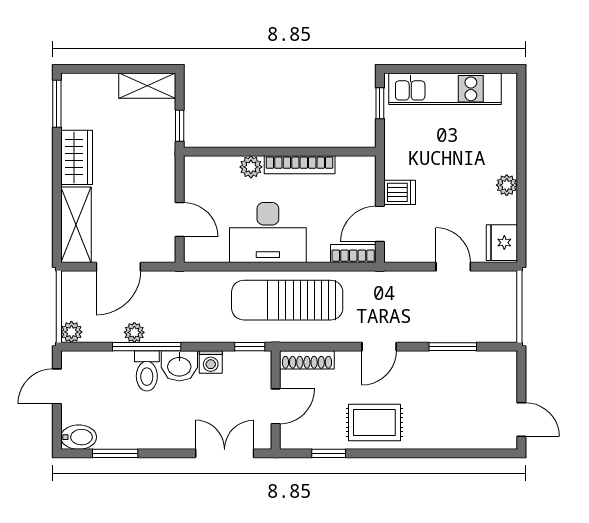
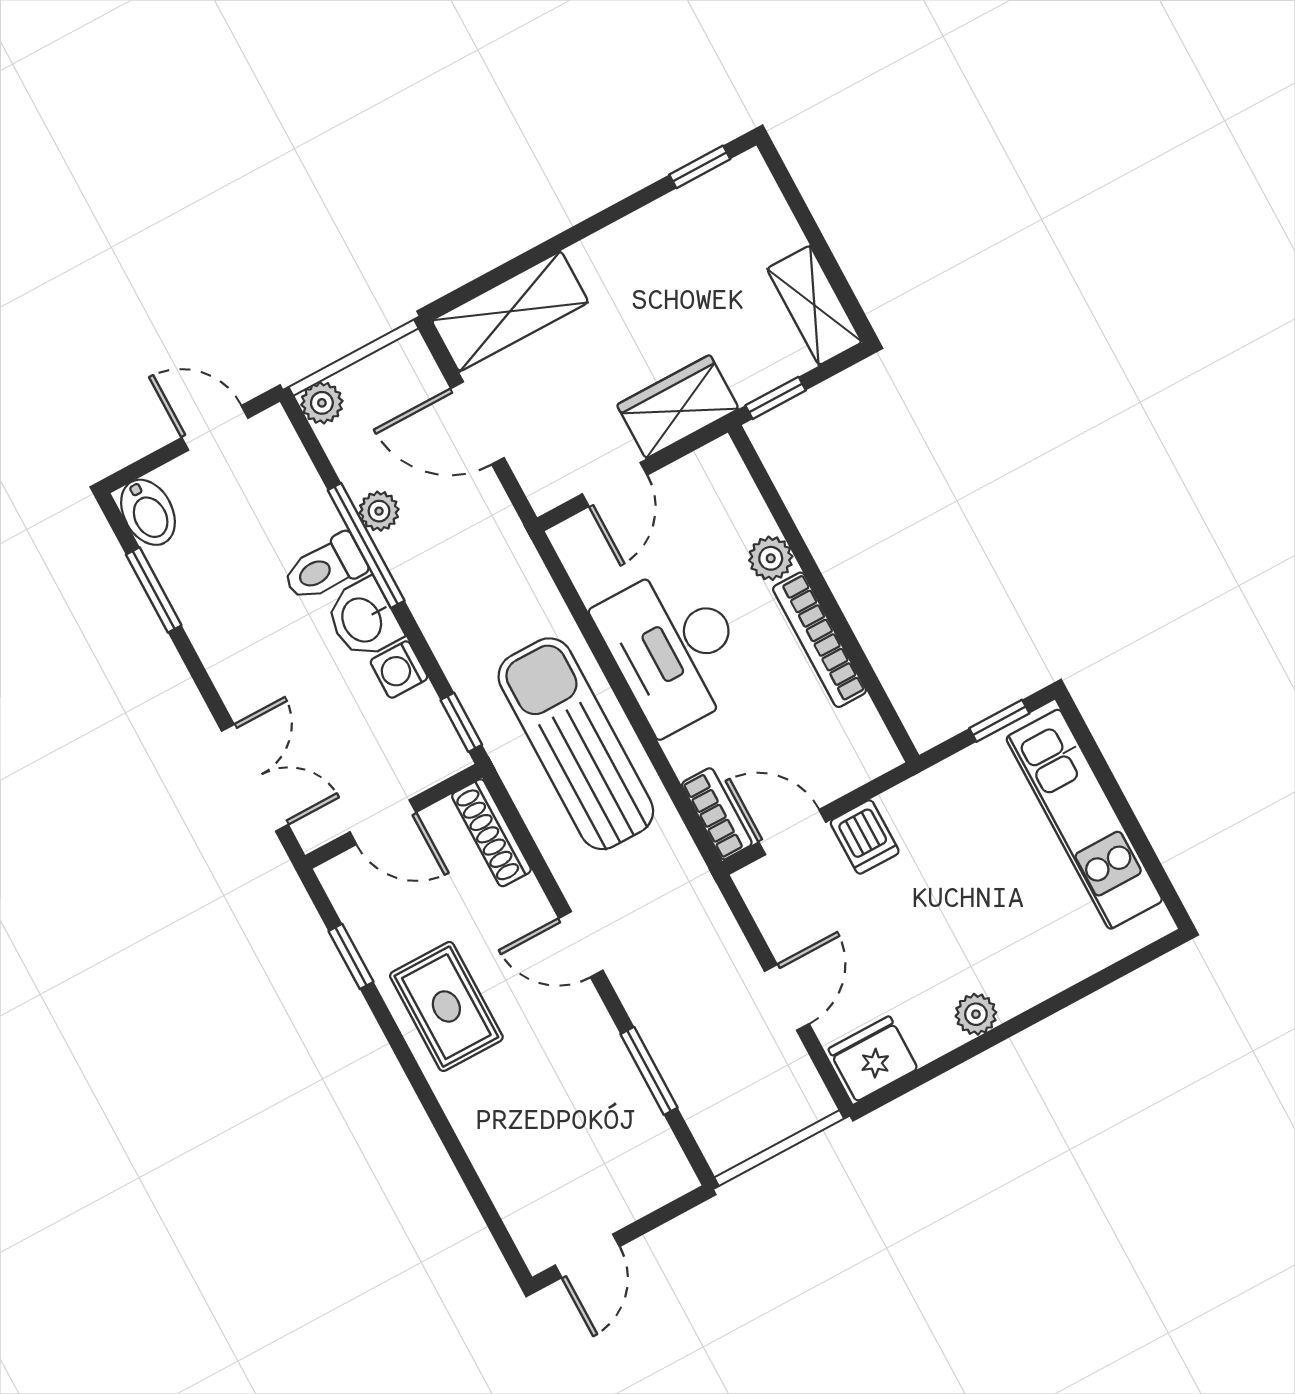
window: (57, 104) -> (700, 167), width x0.67
wardrobe: (77, 157) -> (678, 407), moved, turned 180

